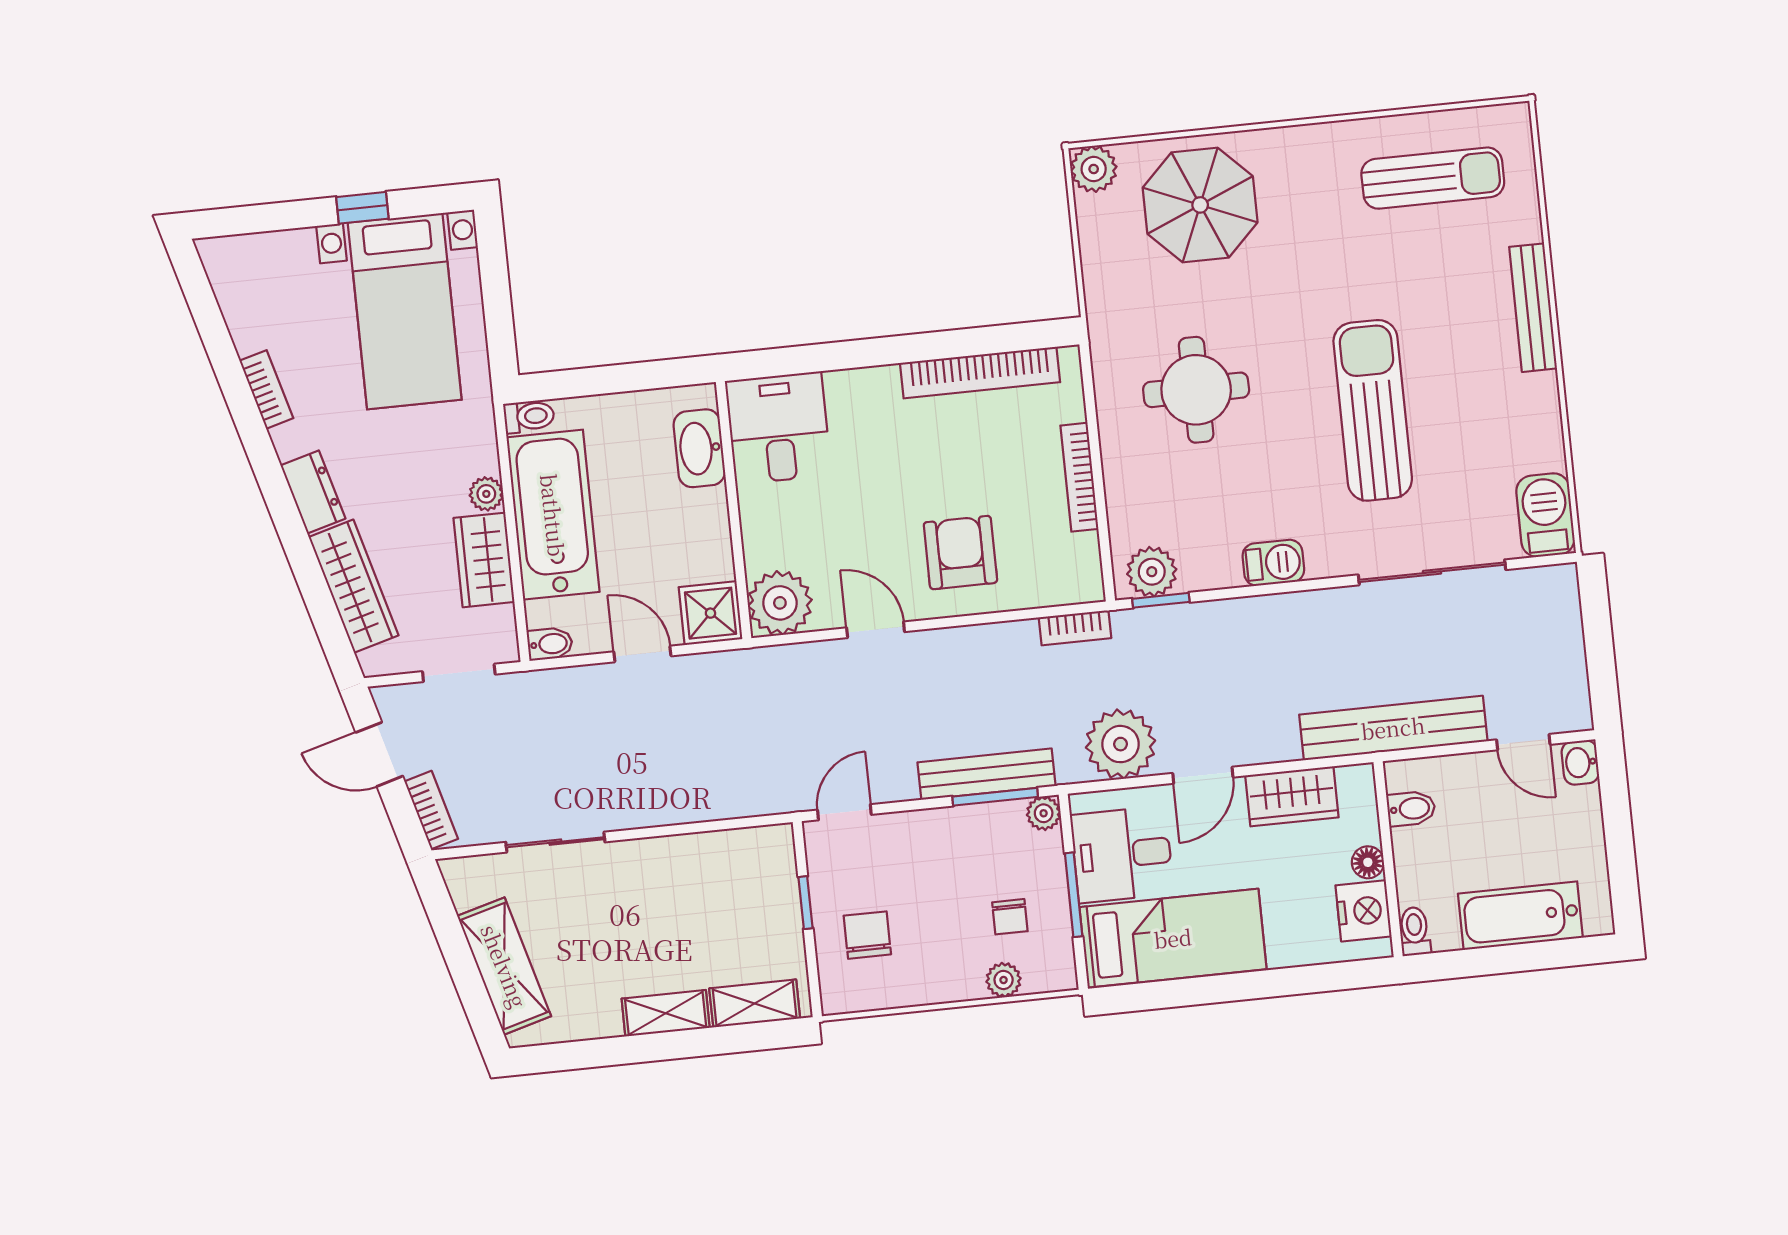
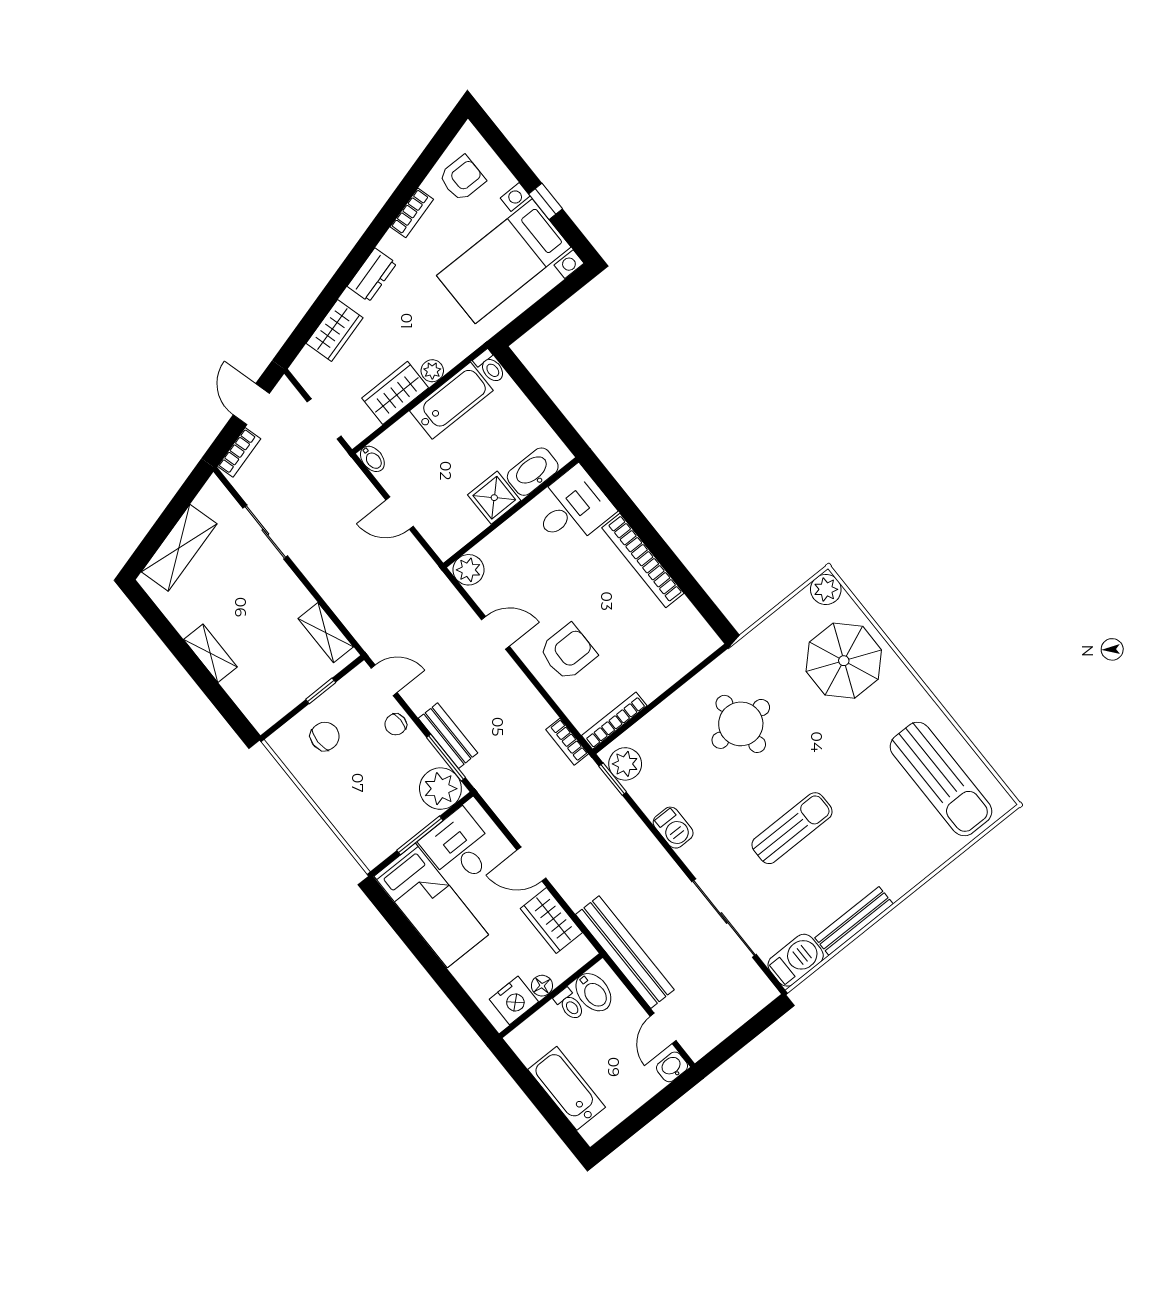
sun lounger: (1433, 178) -> (941, 779), width x1.36, depth x1.34
armchair: (263, 296) -> (462, 178), added
bench: (1533, 308) -> (854, 921), moved
bookcase: (980, 373) -> (643, 560), moved
sun lounger: (1373, 410) -> (792, 828), width x0.73, depth x0.75
bookcase: (1079, 477) -> (614, 721), moved
bathtub: (553, 515) -> (451, 401), width x0.73, depth x0.73
wardrobe: (354, 586) -> (335, 331), width x0.67
plant: (780, 603) -> (468, 570), width x0.73, depth x0.73
shower: (710, 613) -> (494, 498), moved
door: (876, 630) -> (495, 633), hinge flipped
door: (642, 654) -> (400, 513), swing flipped
plant: (1121, 744) -> (519, 808), removed
bench: (986, 774) -> (448, 736), width x0.73
bidet: (1411, 809) -> (593, 992), width x1.38, depth x1.36
plant: (1044, 813) -> (440, 789), width x1.87, depth x1.87
chair: (1010, 917) -> (396, 724), moved
toilet: (1415, 931) -> (569, 1004), moved, turned 90
plant: (1004, 980) -> (348, 827), removed
shelving: (755, 1003) -> (326, 633), moved

